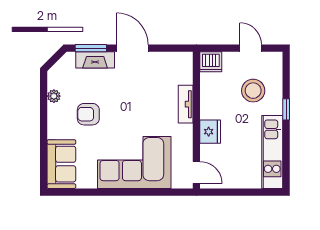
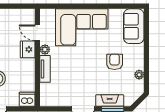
armchair: (88, 114) -> (115, 62), turned -90
plant: (186, 131) -> (45, 49), added
door: (196, 172) -> (37, 33), moved

